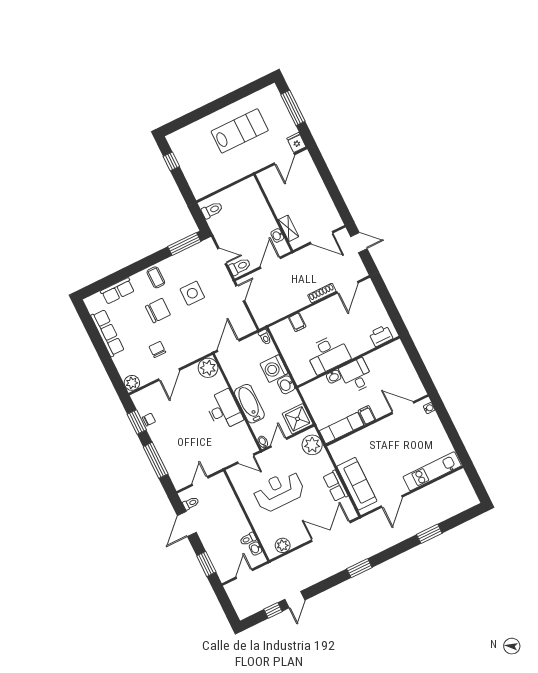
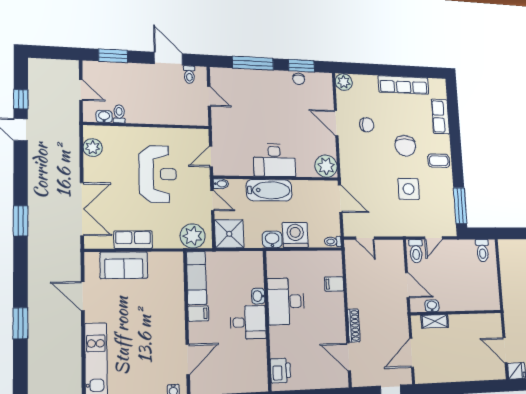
door: (240, 293) -> (365, 238), moved
sofa: (357, 484) -> (124, 265), width x0.73

